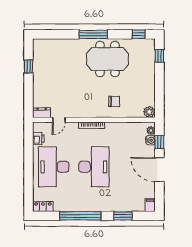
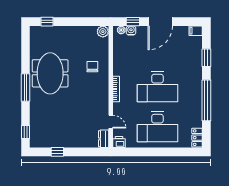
window: (139, 34) -> (26, 132), moved
printer: (38, 139) -> (119, 142), moved
desk: (94, 167) -> (157, 87), turned 180

